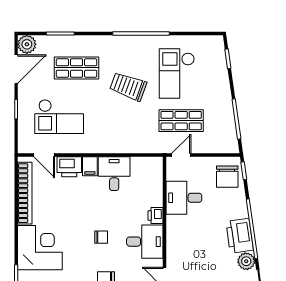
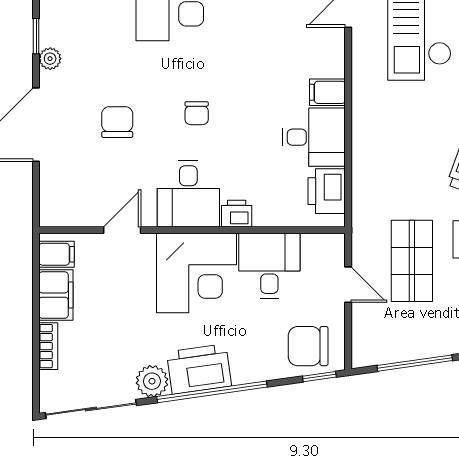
door: (181, 155) -> (348, 285), moved
printer: (69, 167) -> (327, 191), moved
corner desk: (188, 237) -> (197, 273), added

